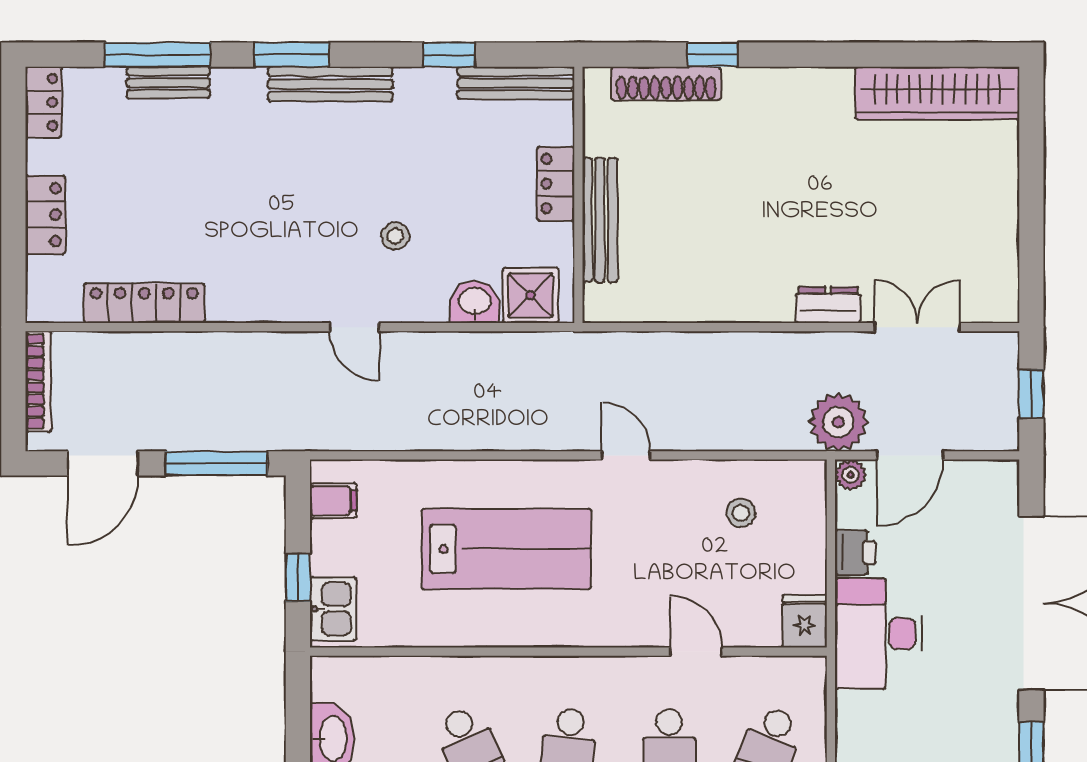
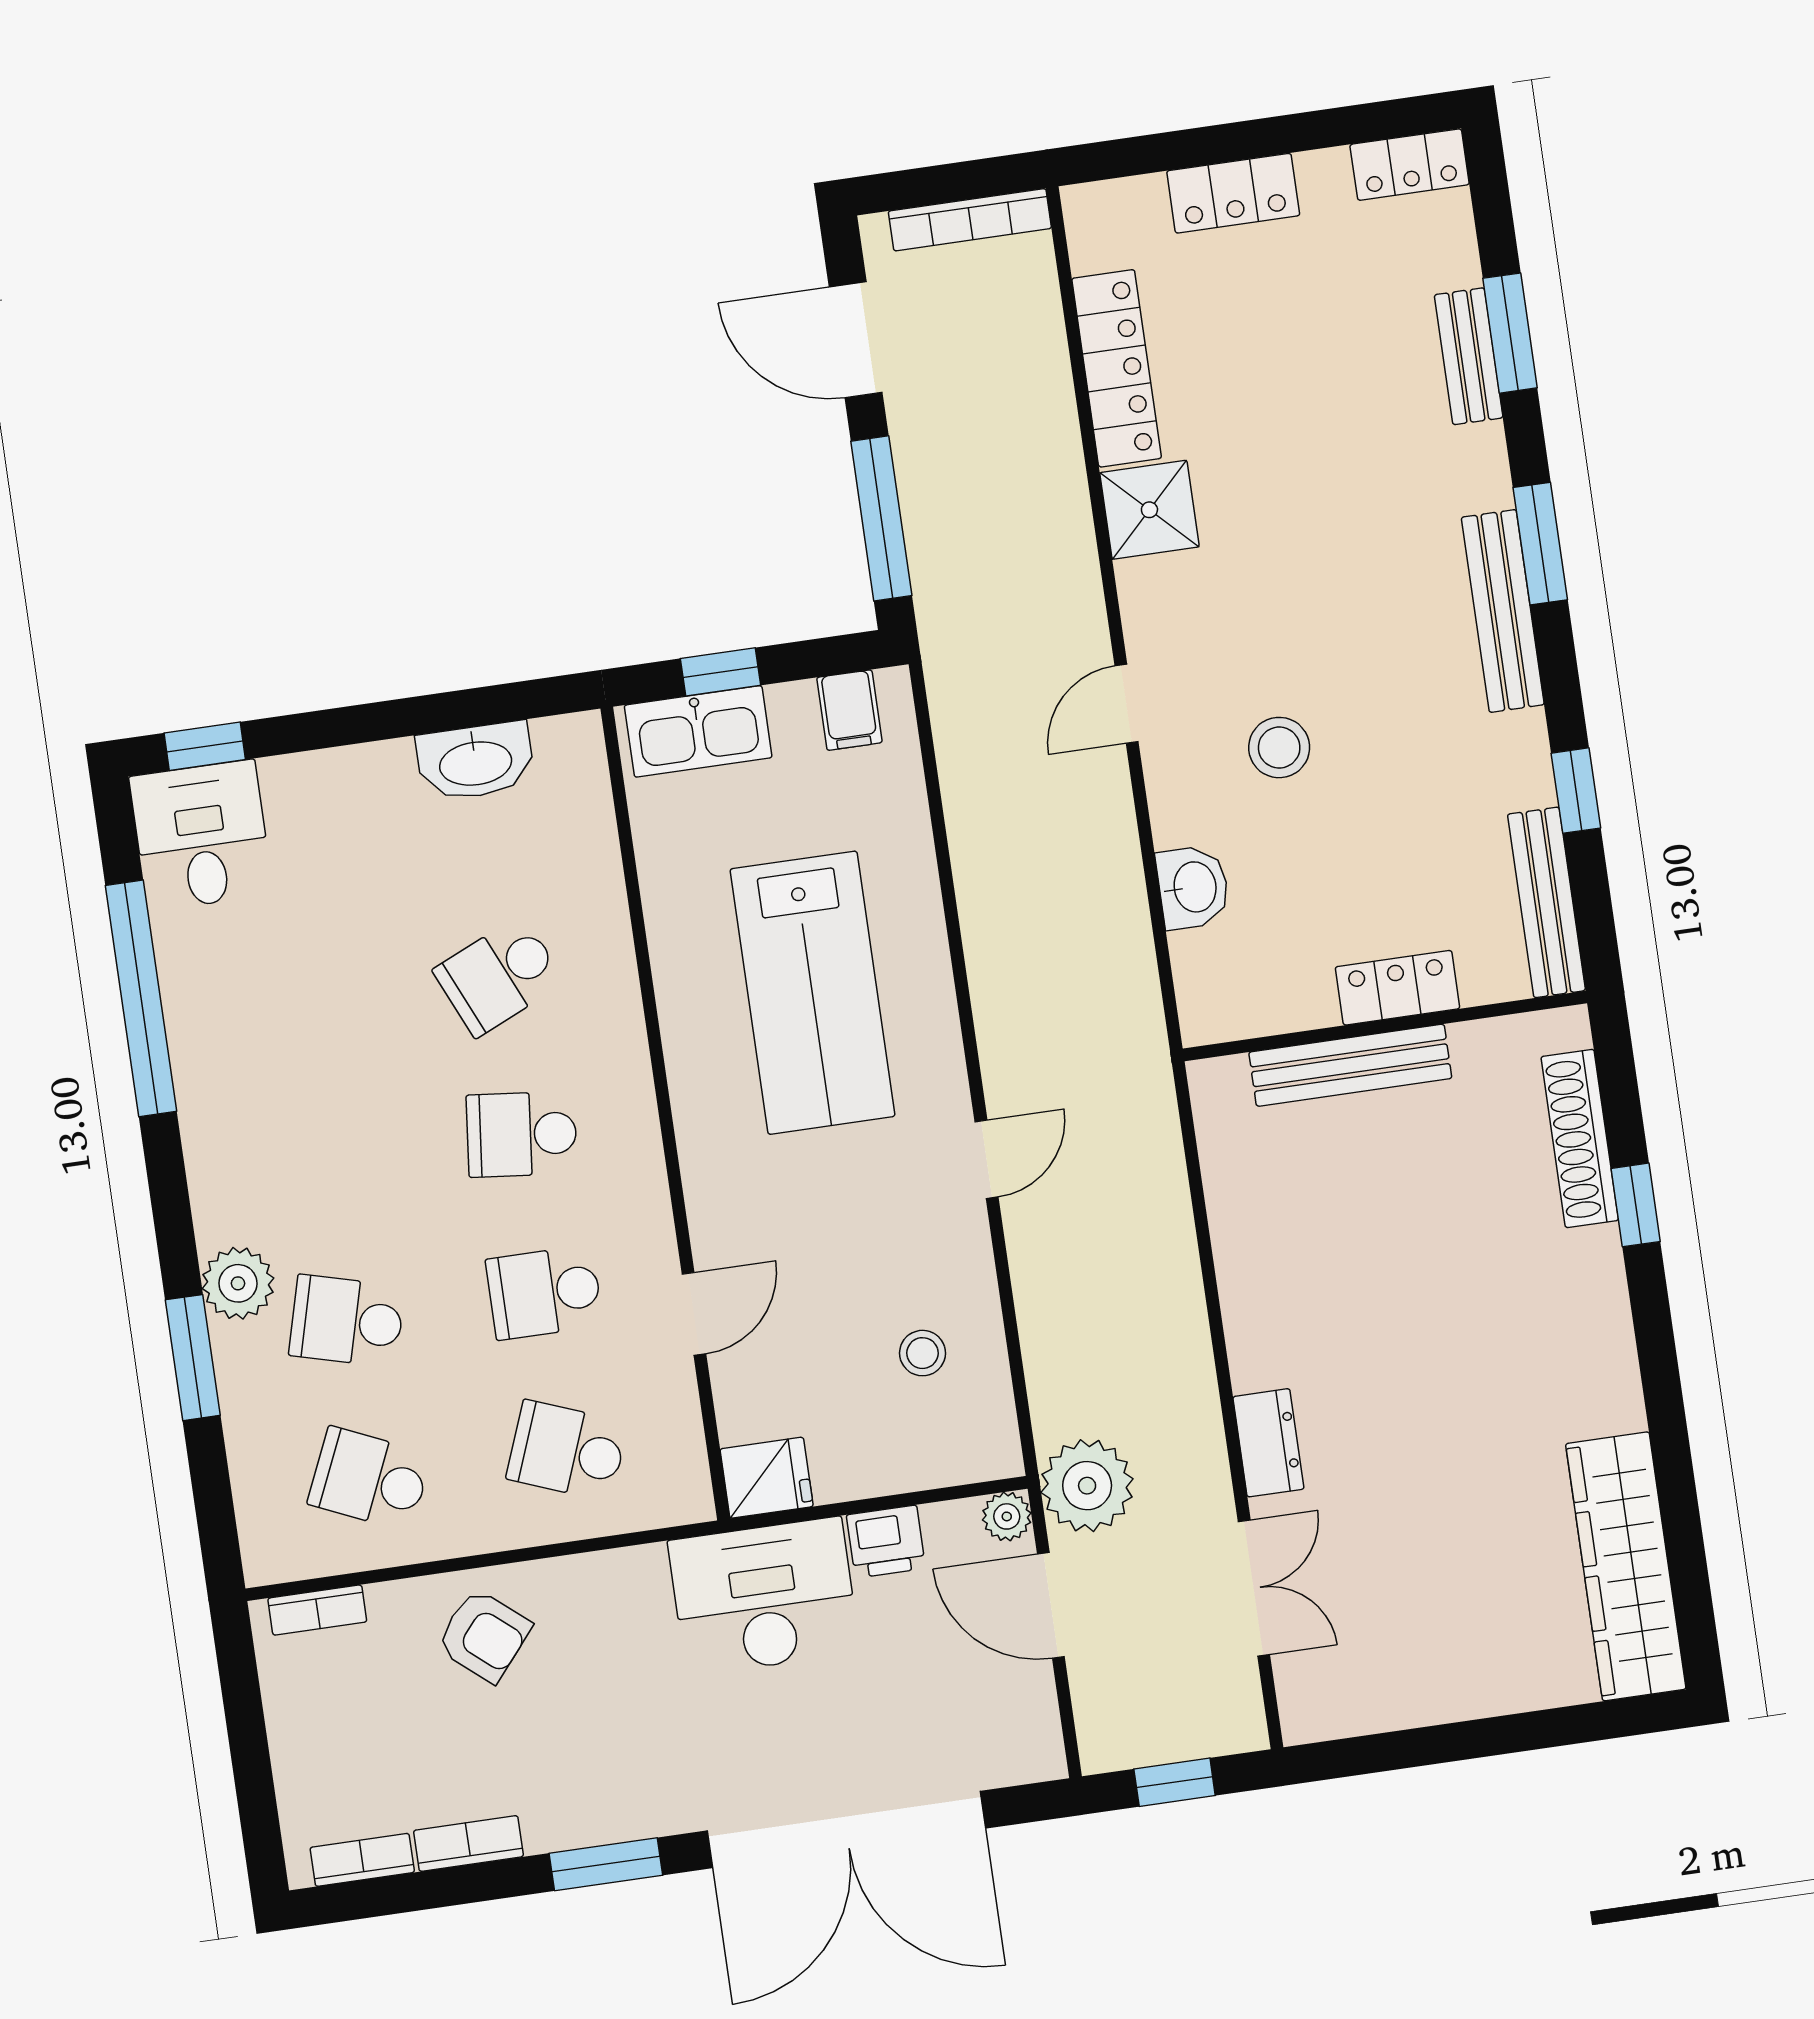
window: (158, 55) -> (1510, 333), width x0.69
stool: (395, 236) -> (1279, 748), width x1.37, depth x1.37
shower: (531, 295) -> (1149, 510), moved
kitchen sink: (333, 609) -> (698, 731), width x1.38

